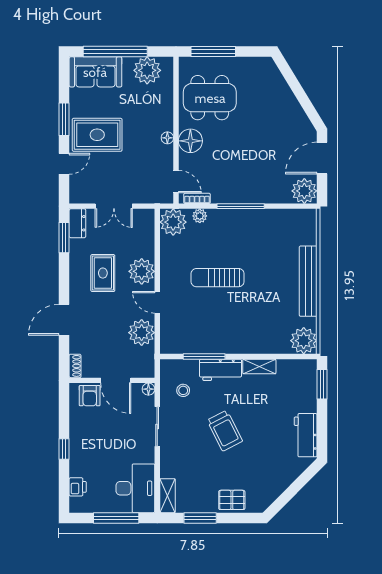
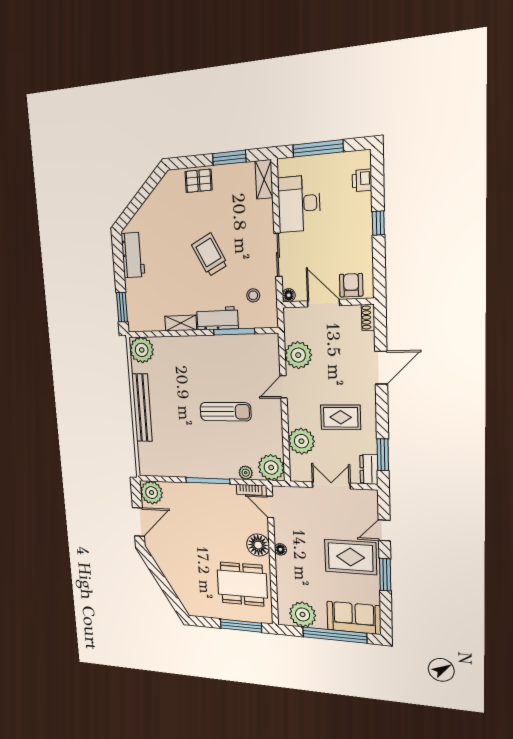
plant: (142, 271) -> (301, 441), moved
rug: (103, 273) -> (341, 417), turned 90
door: (157, 302) -> (283, 387), swing flipped
desk: (135, 488) -> (299, 204), moved

